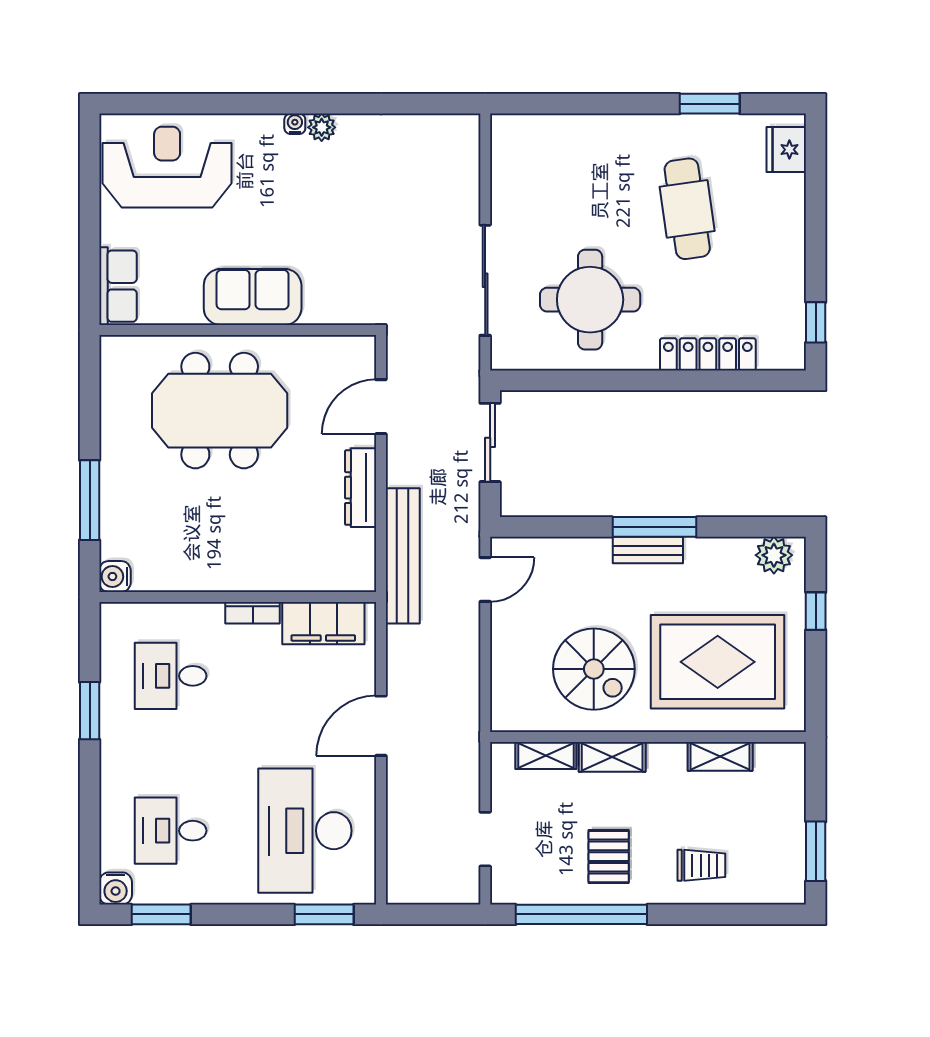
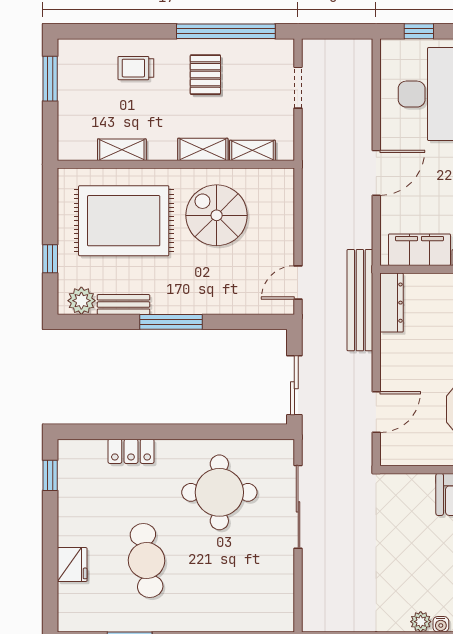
fridge: (786, 150) -> (72, 565), moved
locker: (708, 354) -> (131, 451), width x0.66
dresser: (361, 488) -> (391, 303), moved
bench: (648, 550) -> (123, 305), moved
window: (324, 914) -> (419, 31), width x0.67

